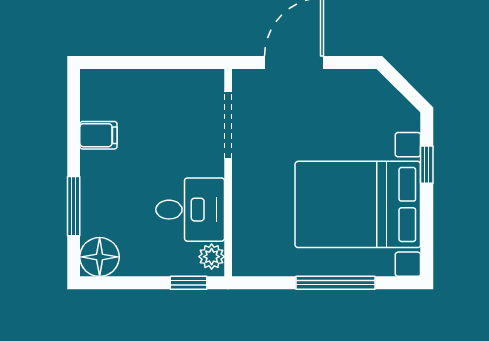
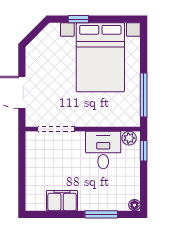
filing cabinet: (98, 135) -> (62, 201), width x2.00
floor lamp: (100, 257) -> (134, 205), width x0.53, depth x0.53
window: (335, 283) -> (144, 95), moved

